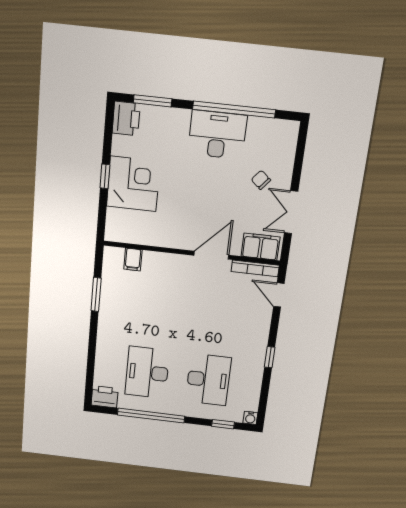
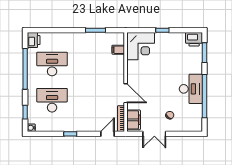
corner desk: (133, 184) -> (141, 46), moved
double door: (291, 212) -> (154, 134), swing flipped
desk: (208, 380) -> (52, 100), turned 180

